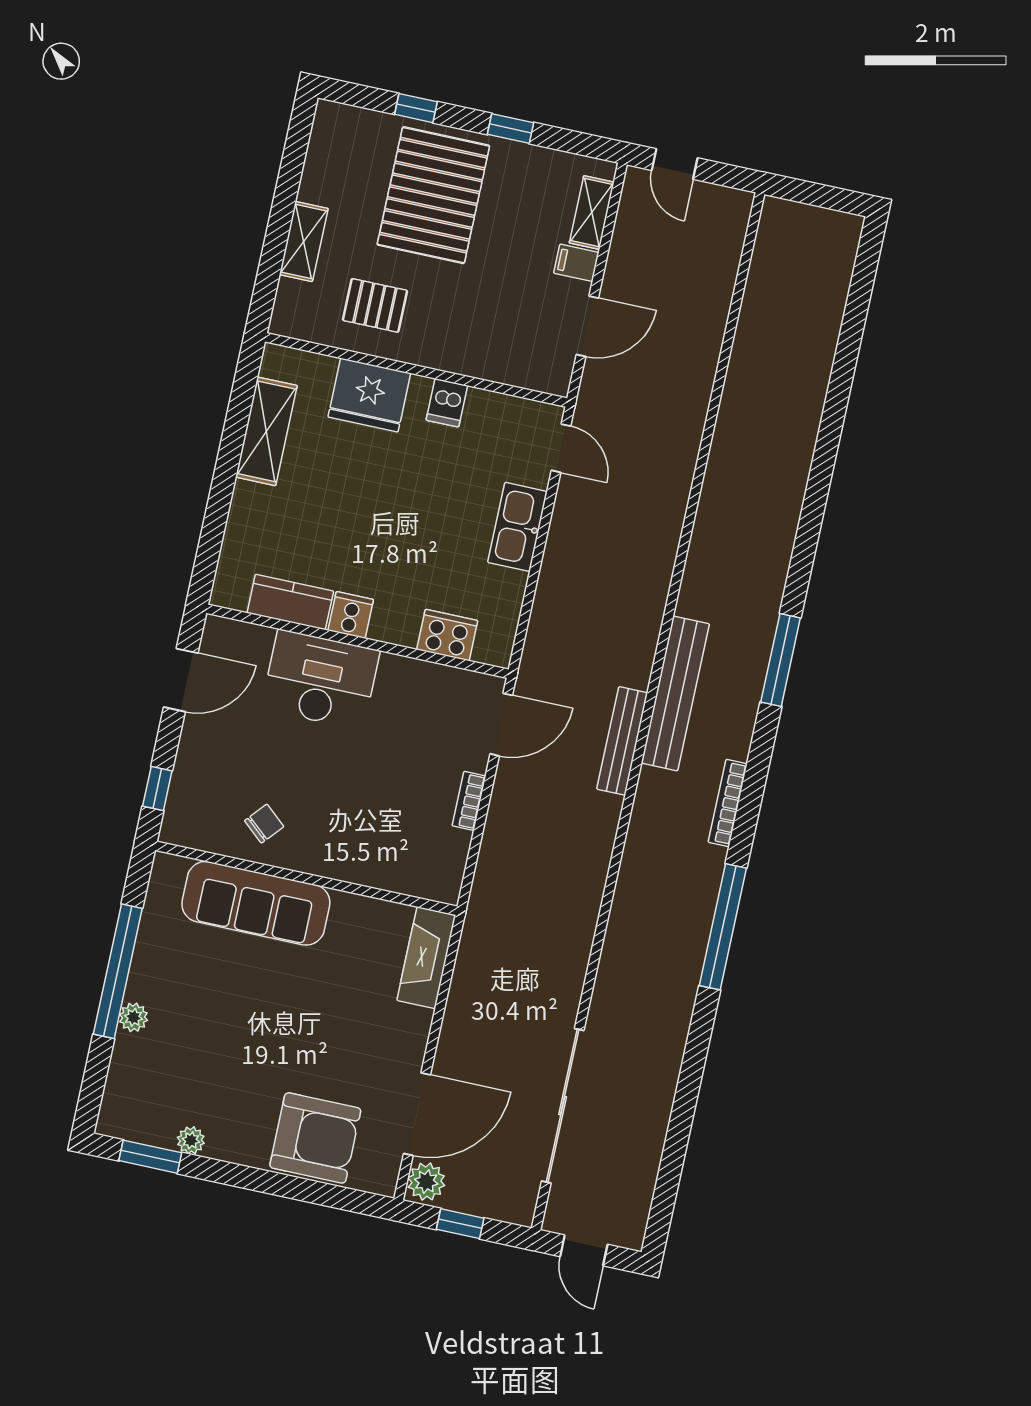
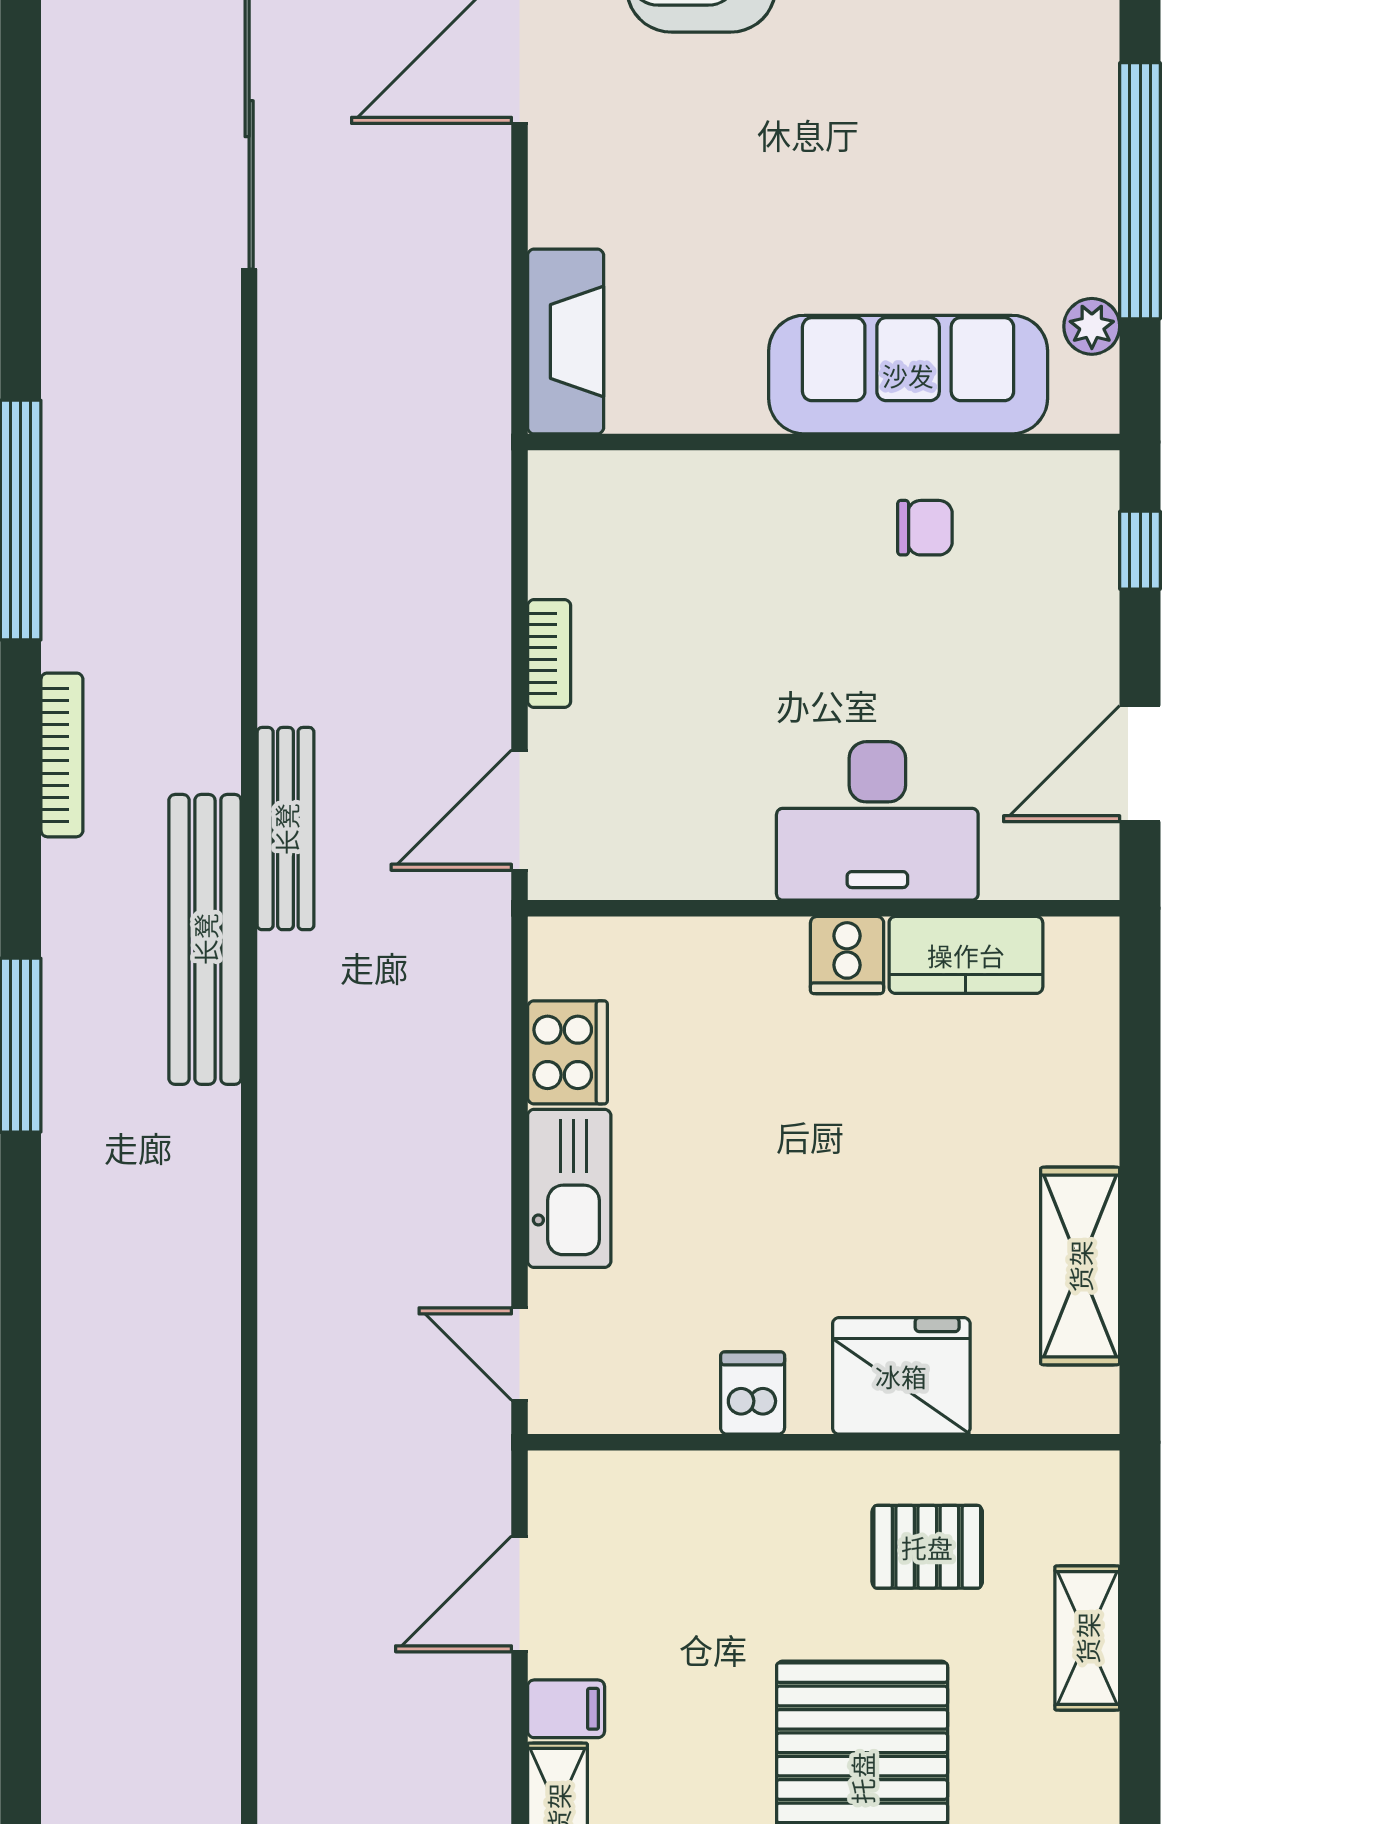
cooker: (447, 635) -> (567, 1052), moved, turned -90
chair: (264, 824) -> (925, 528), turned -131
plant: (133, 1017) -> (1092, 326), moved

